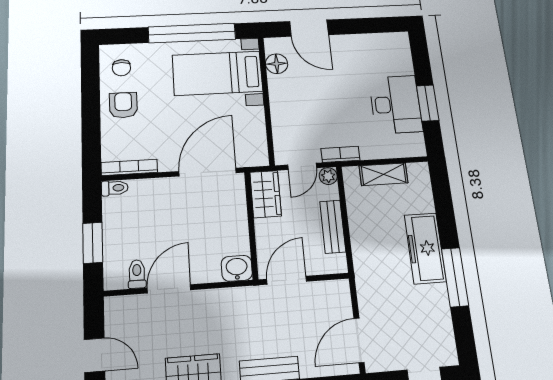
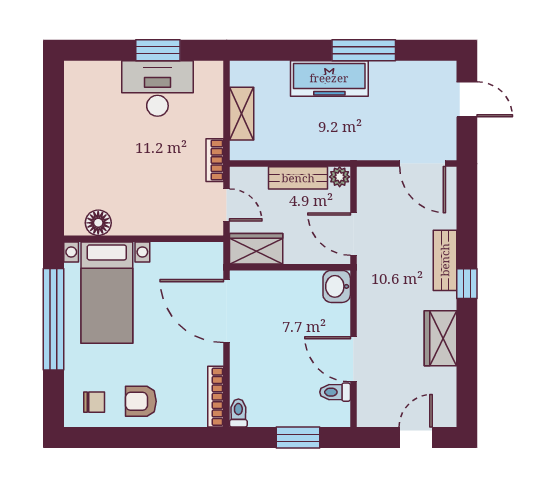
door: (309, 28) -> (54, 180), removed
plant: (328, 176) -> (340, 177), moved

